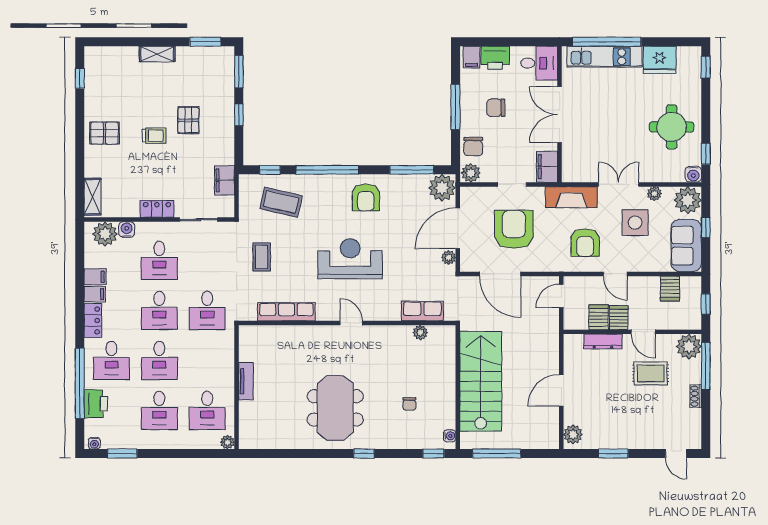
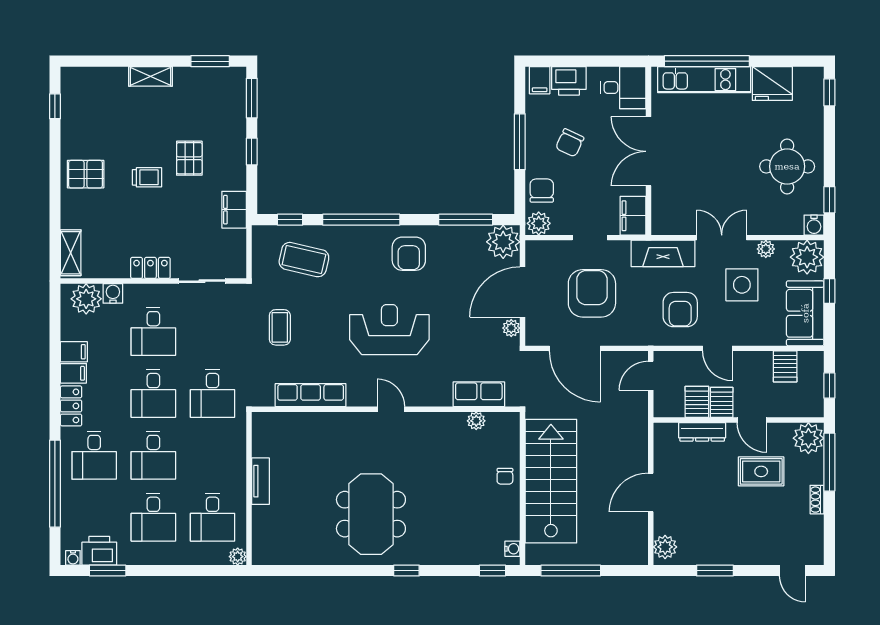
chair: (496, 108) -> (570, 143), turned -65
chair: (473, 146) -> (542, 191), turned 180
filing cabinet: (225, 180) -> (234, 210), moved
printer: (96, 404) -> (99, 551), moved, turned -90
chair: (409, 404) -> (505, 476), moved

